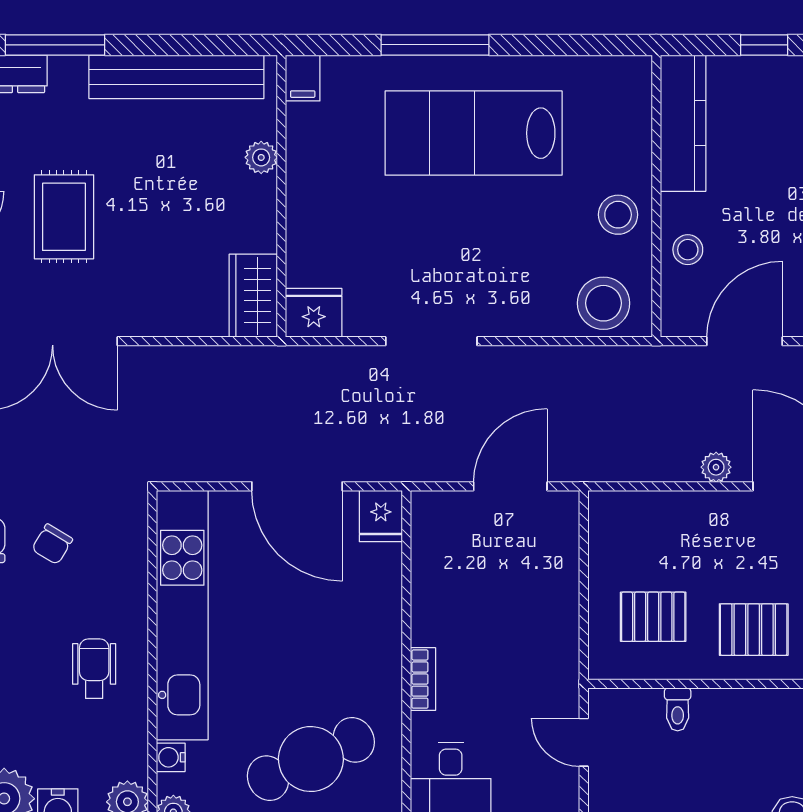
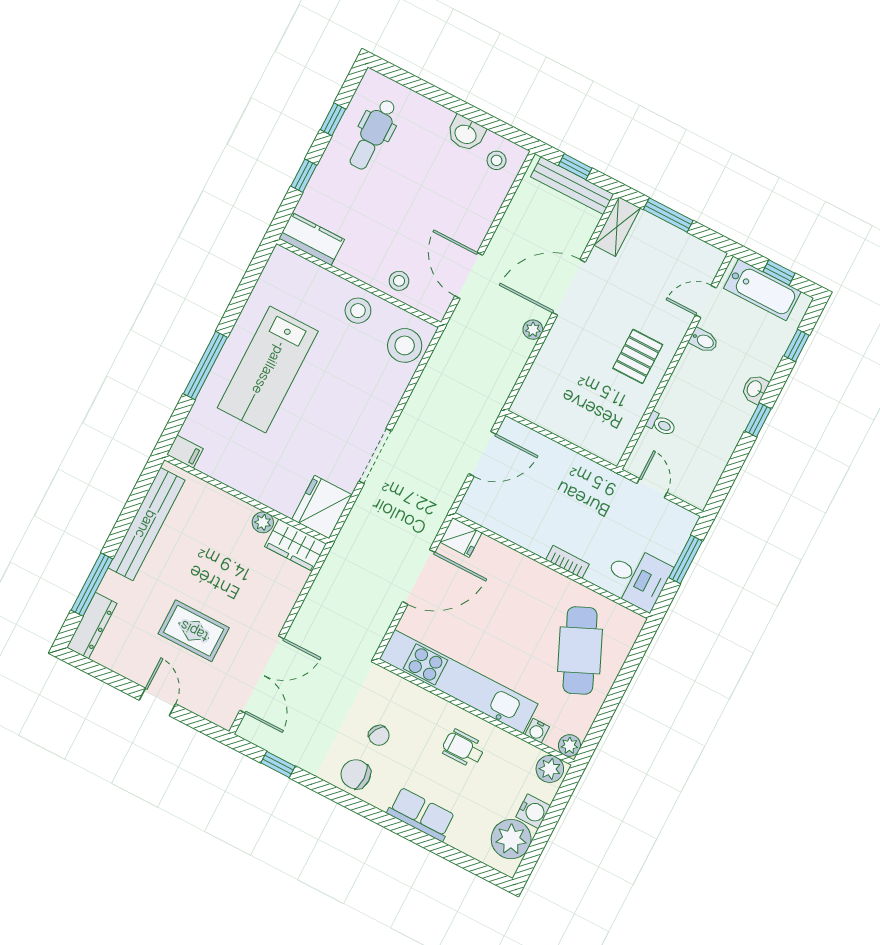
kitchen counter: (683, 123) -> (312, 239), width x0.67
plant: (261, 157) -> (263, 522), moved
fridge: (314, 313) -> (322, 507), width x1.36, depth x1.34
door: (510, 486) -> (482, 454), swing flipped
pallet: (653, 617) -> (600, 411), removed
door: (584, 742) -> (652, 488), swing flipped

